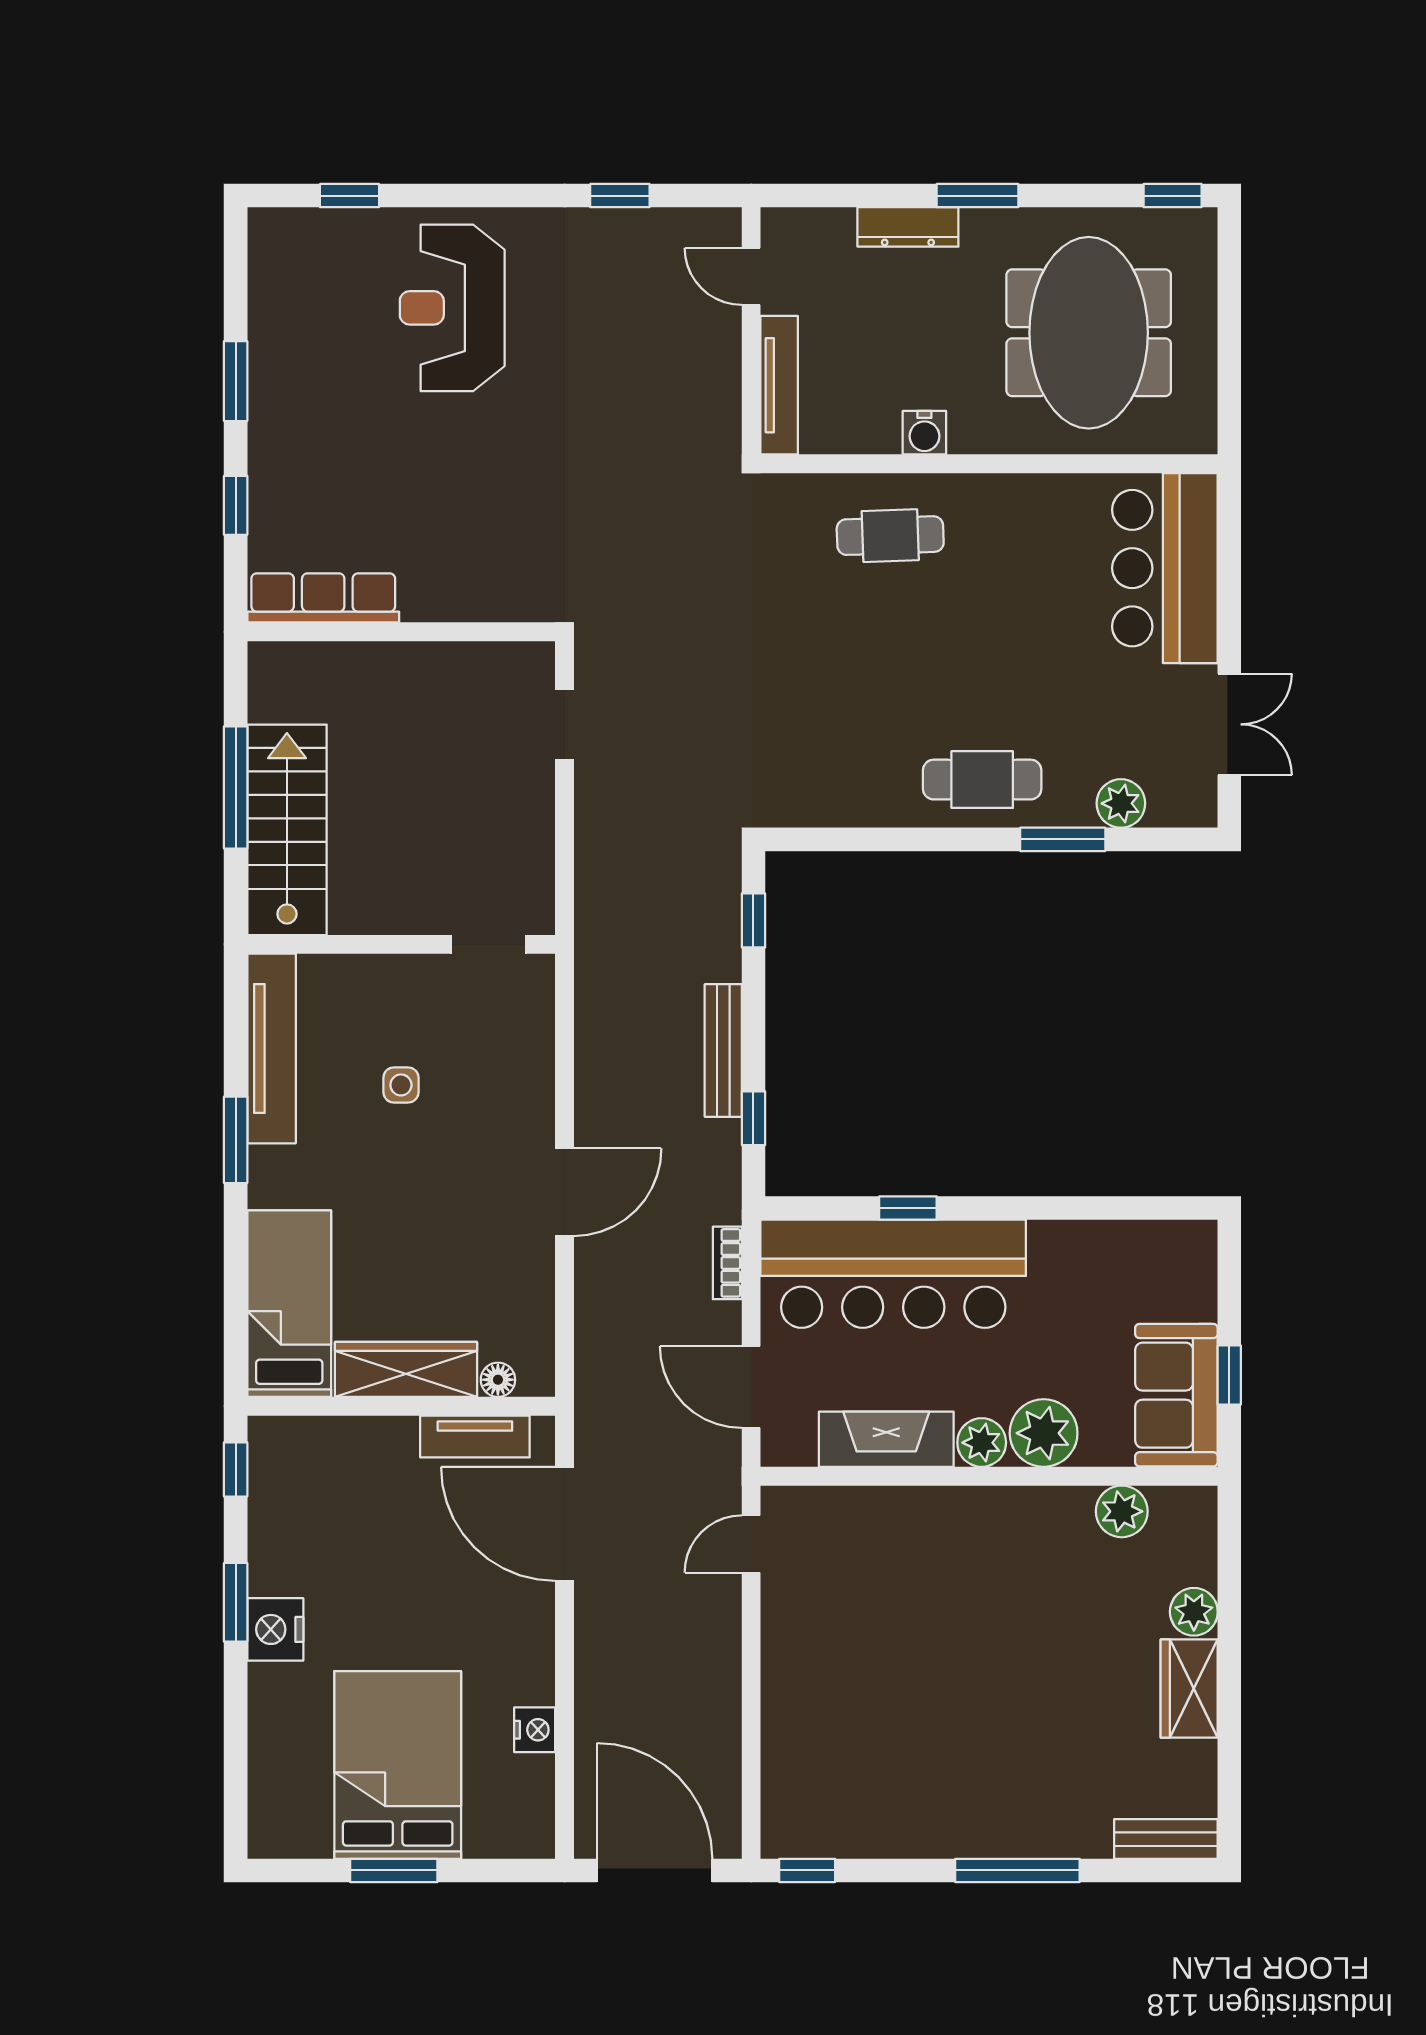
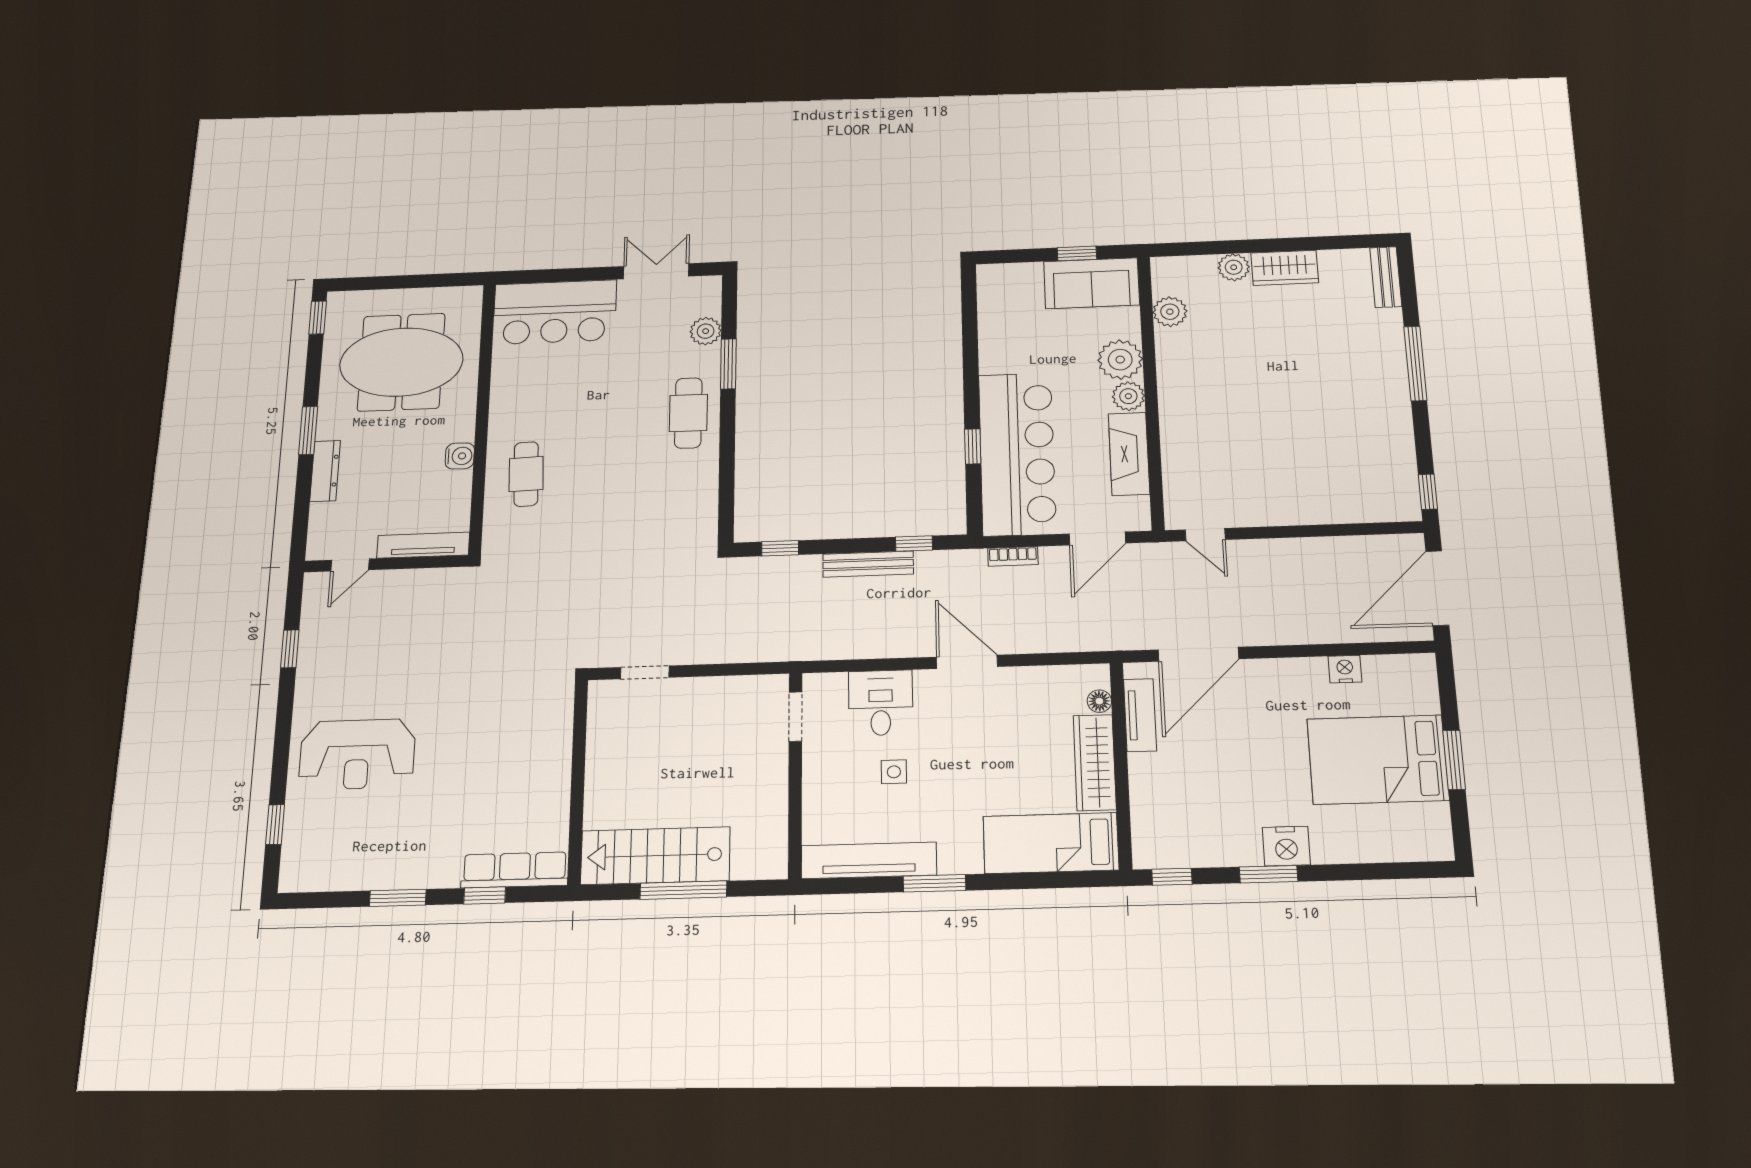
row of seats: (323, 598) -> (515, 870), moved, turned 90
stairs: (287, 830) -> (655, 856), moved
desk: (506, 1067) -> (881, 703), added

